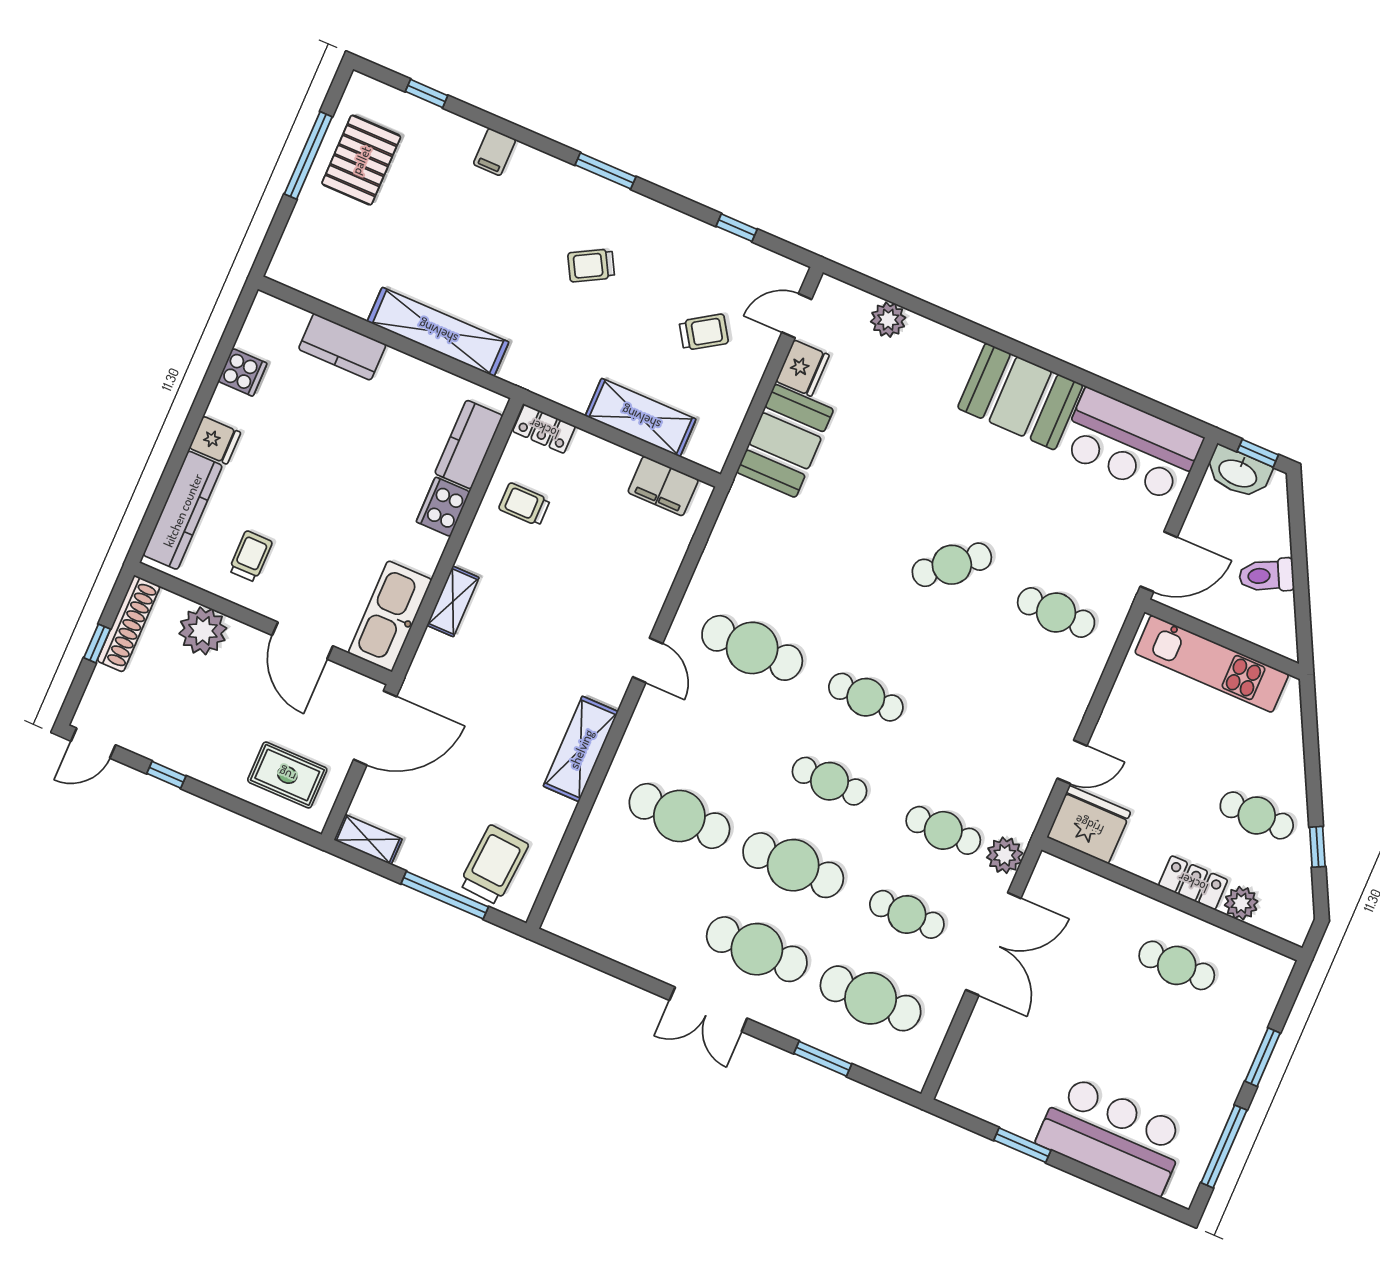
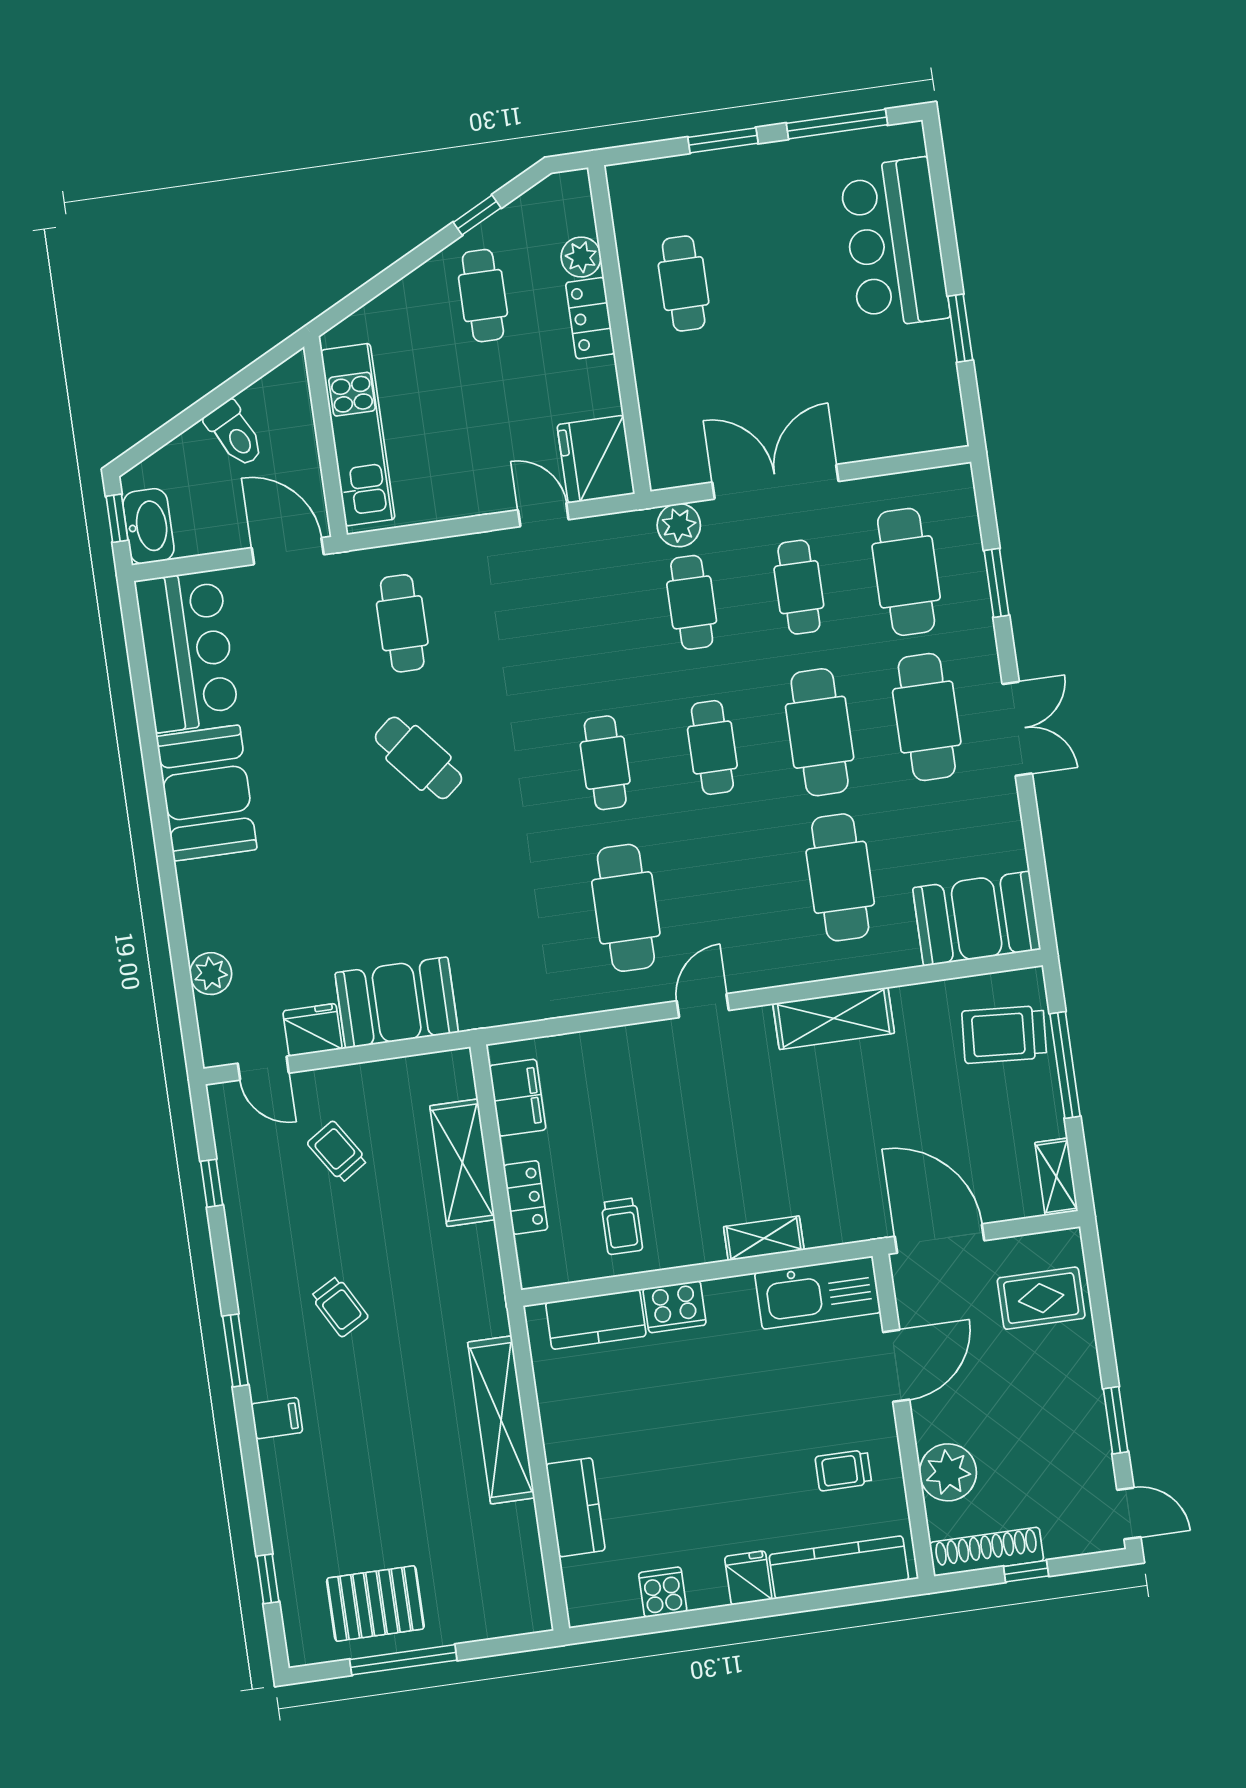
filing cabinet: (495, 152) -> (277, 1418), moved
locker: (544, 429) -> (526, 1197), moved
window: (166, 775) -> (1116, 1420), width x1.50
rug: (287, 775) -> (1041, 1298), turned 90
booth: (589, 896) -> (977, 919), added

